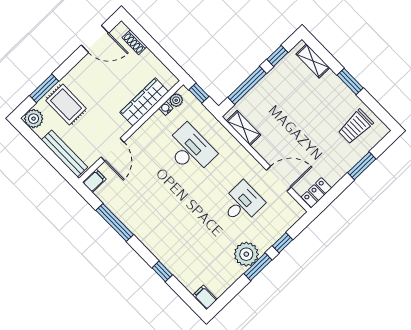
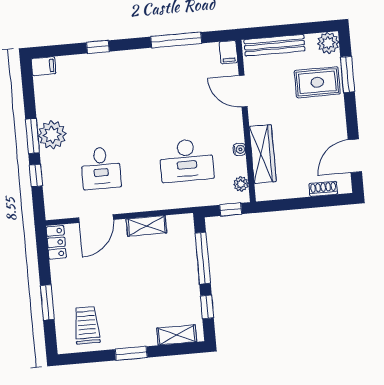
water cooler: (166, 108) -> (239, 149), moved
shelving: (243, 128) -> (147, 226), moved

